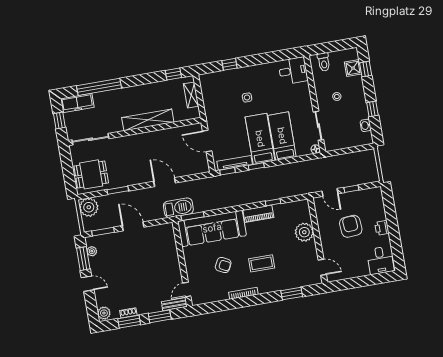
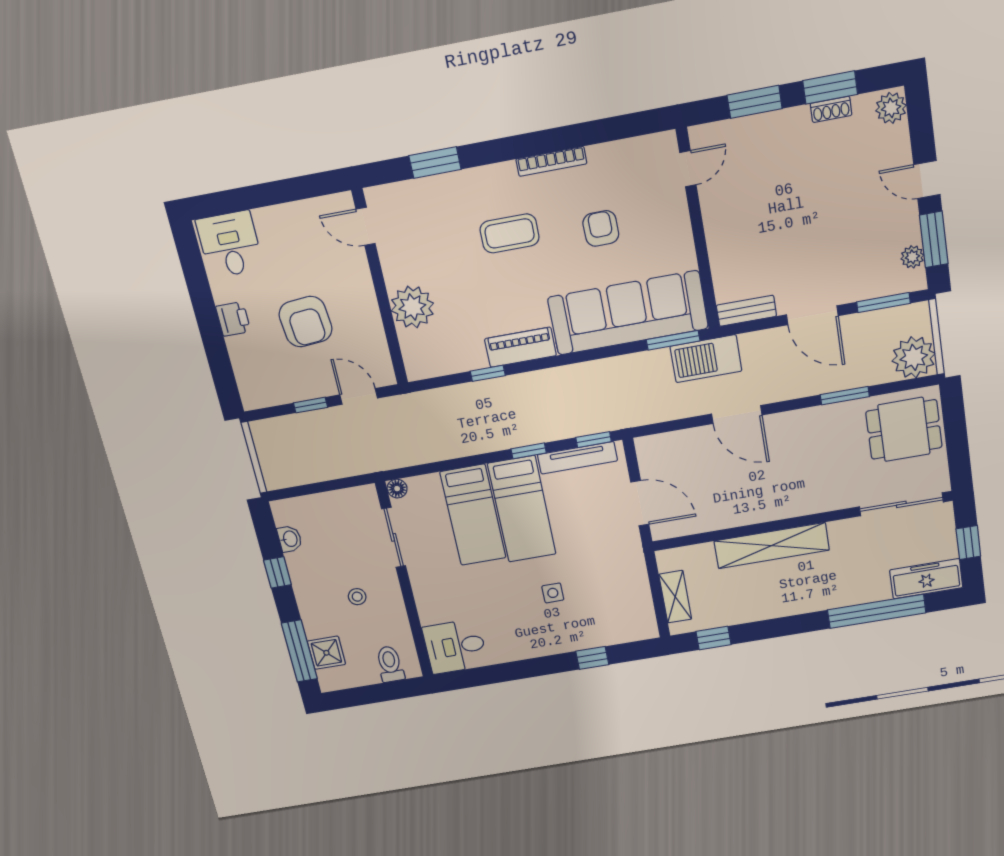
window: (366, 69) -> (299, 651), width x2.17
armchair: (223, 265) -> (601, 228), turned 62
bench: (174, 304) -> (746, 311), moved

